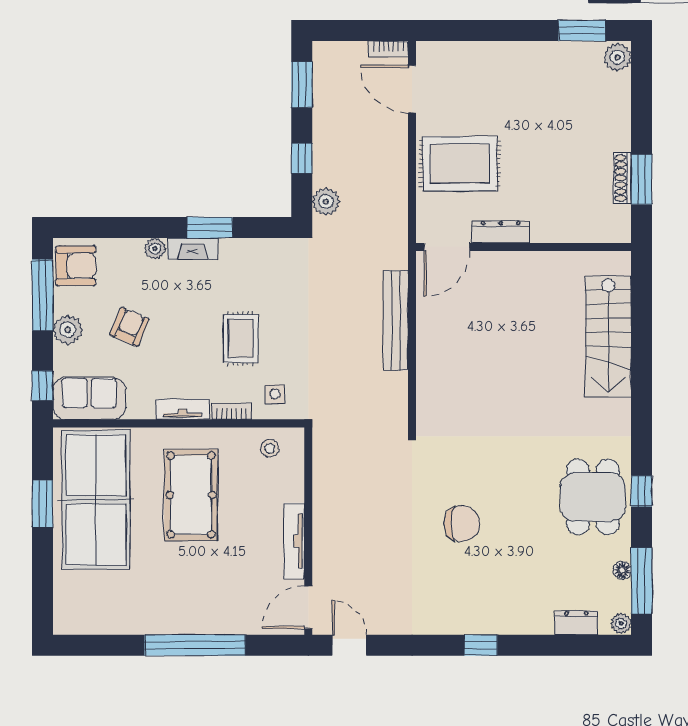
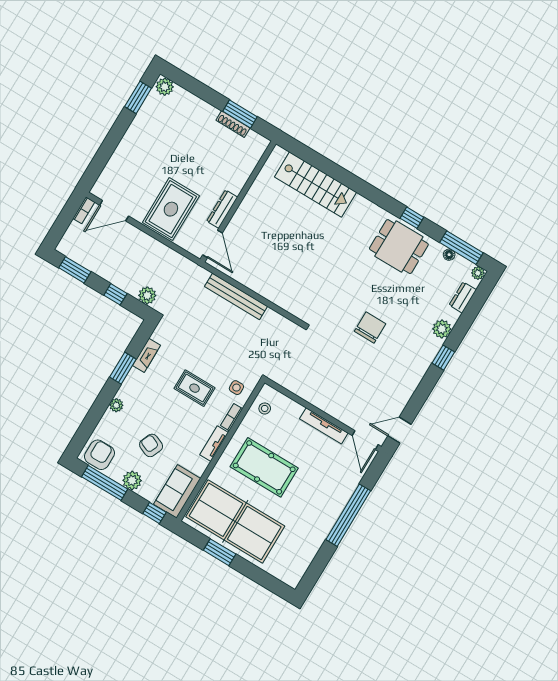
fireplace: (193, 249) -> (146, 355), moved
plant: (518, 620) -> (442, 329), added

